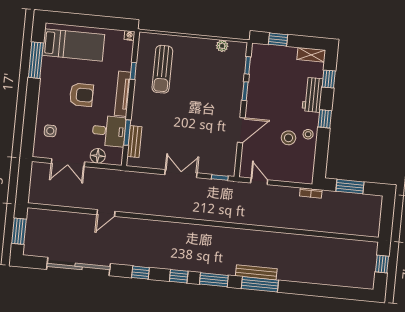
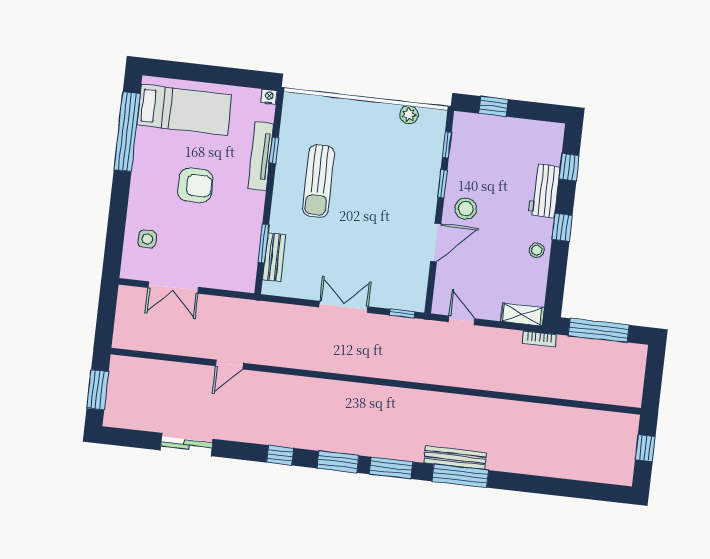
shelving: (311, 55) -> (522, 314), moved
window: (36, 60) -> (127, 132), width x1.46
sun lounger: (162, 69) -> (319, 181), moved
tv unit: (123, 94) -> (261, 156), moved
desk: (109, 131) -> (236, 241), removed
stool: (288, 138) -> (466, 209), moved
floor lamp: (98, 156) -> (218, 278), removed
window: (350, 187) -> (599, 330), width x1.44
sliding door: (79, 266) -> (187, 445), width x0.54
window: (179, 276) -> (338, 462), width x1.50

